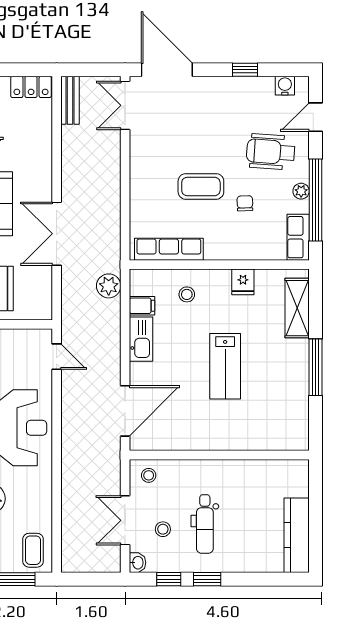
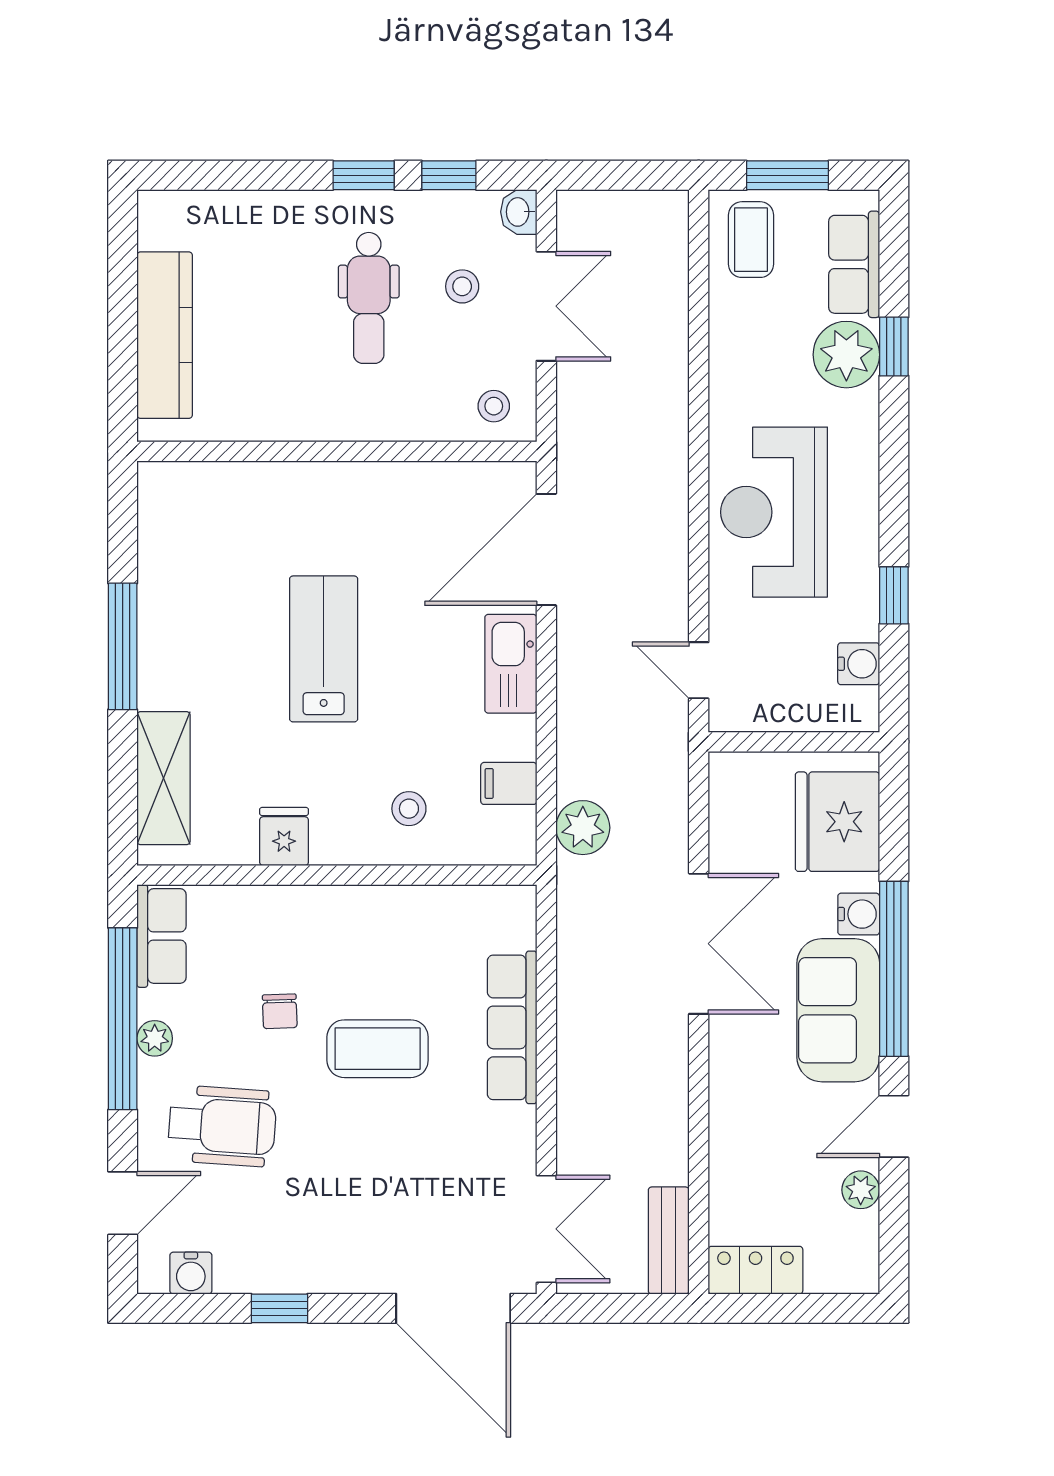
row of seats: (169, 249) -> (512, 1027), moved, turned 90
kitchen sink: (141, 339) -> (511, 664), moved
dental chair: (205, 524) -> (369, 298), turned 180
kitchen counter: (297, 535) -> (165, 335), moved

